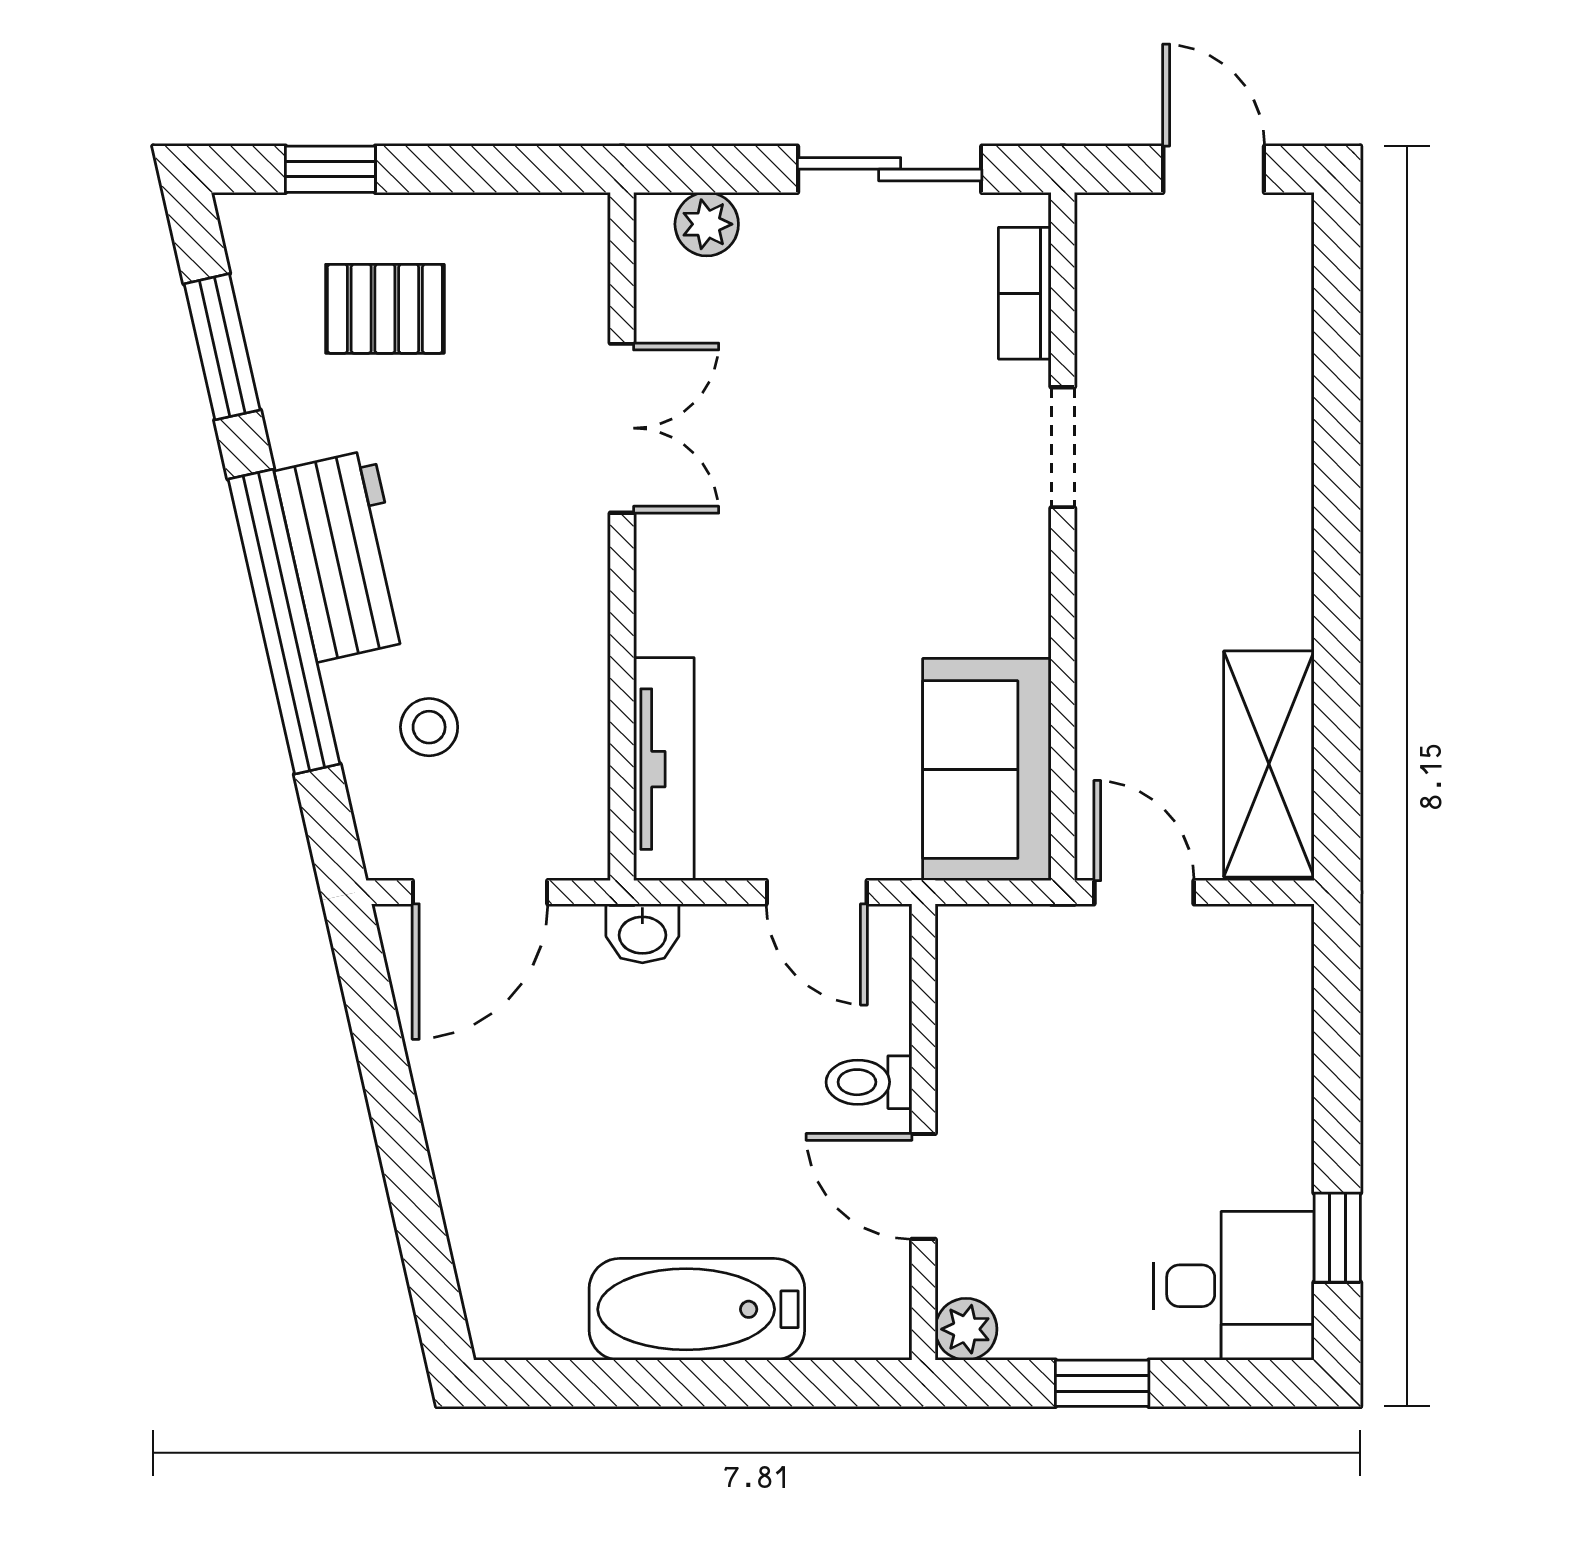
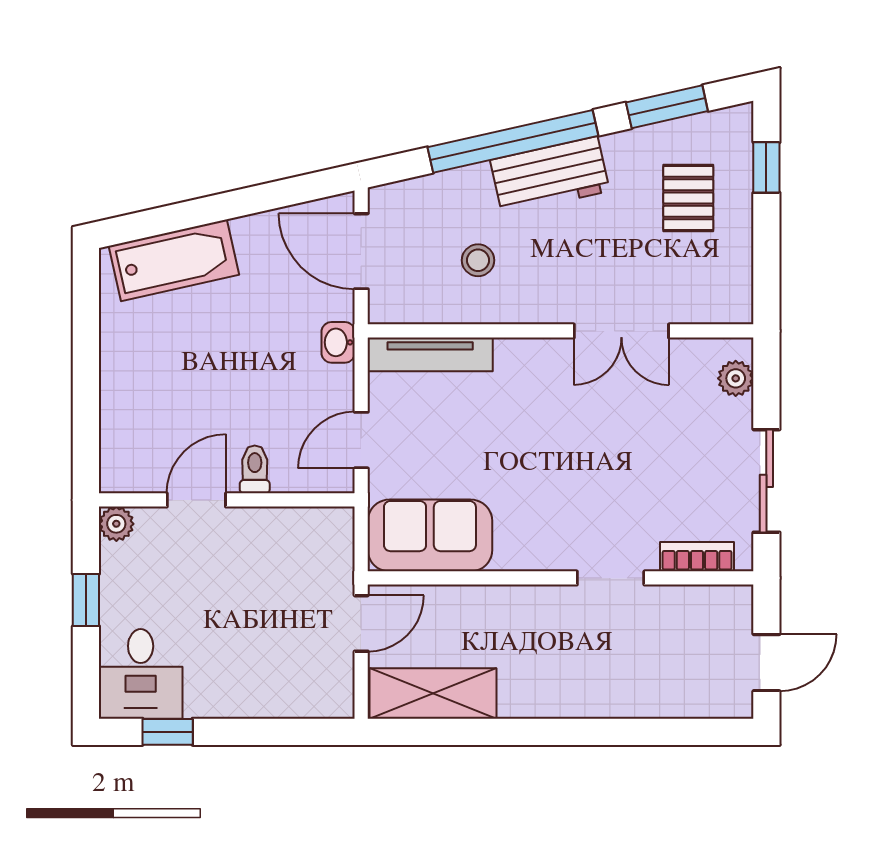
stool: (429, 727) -> (478, 260), moved
bathtub: (697, 1309) -> (174, 260), moved, turned 77

